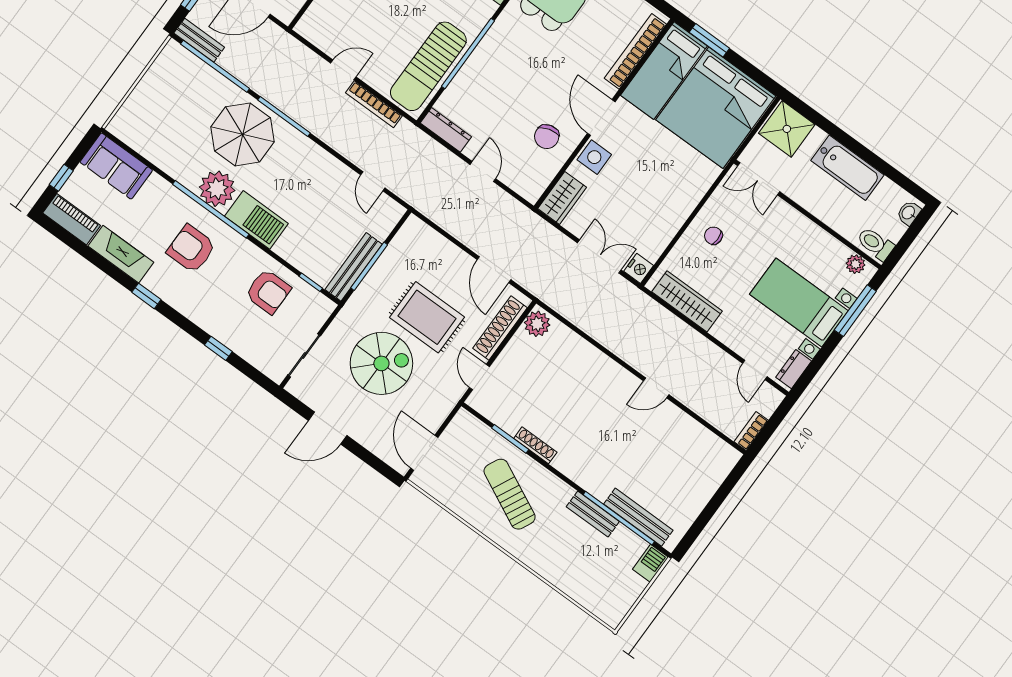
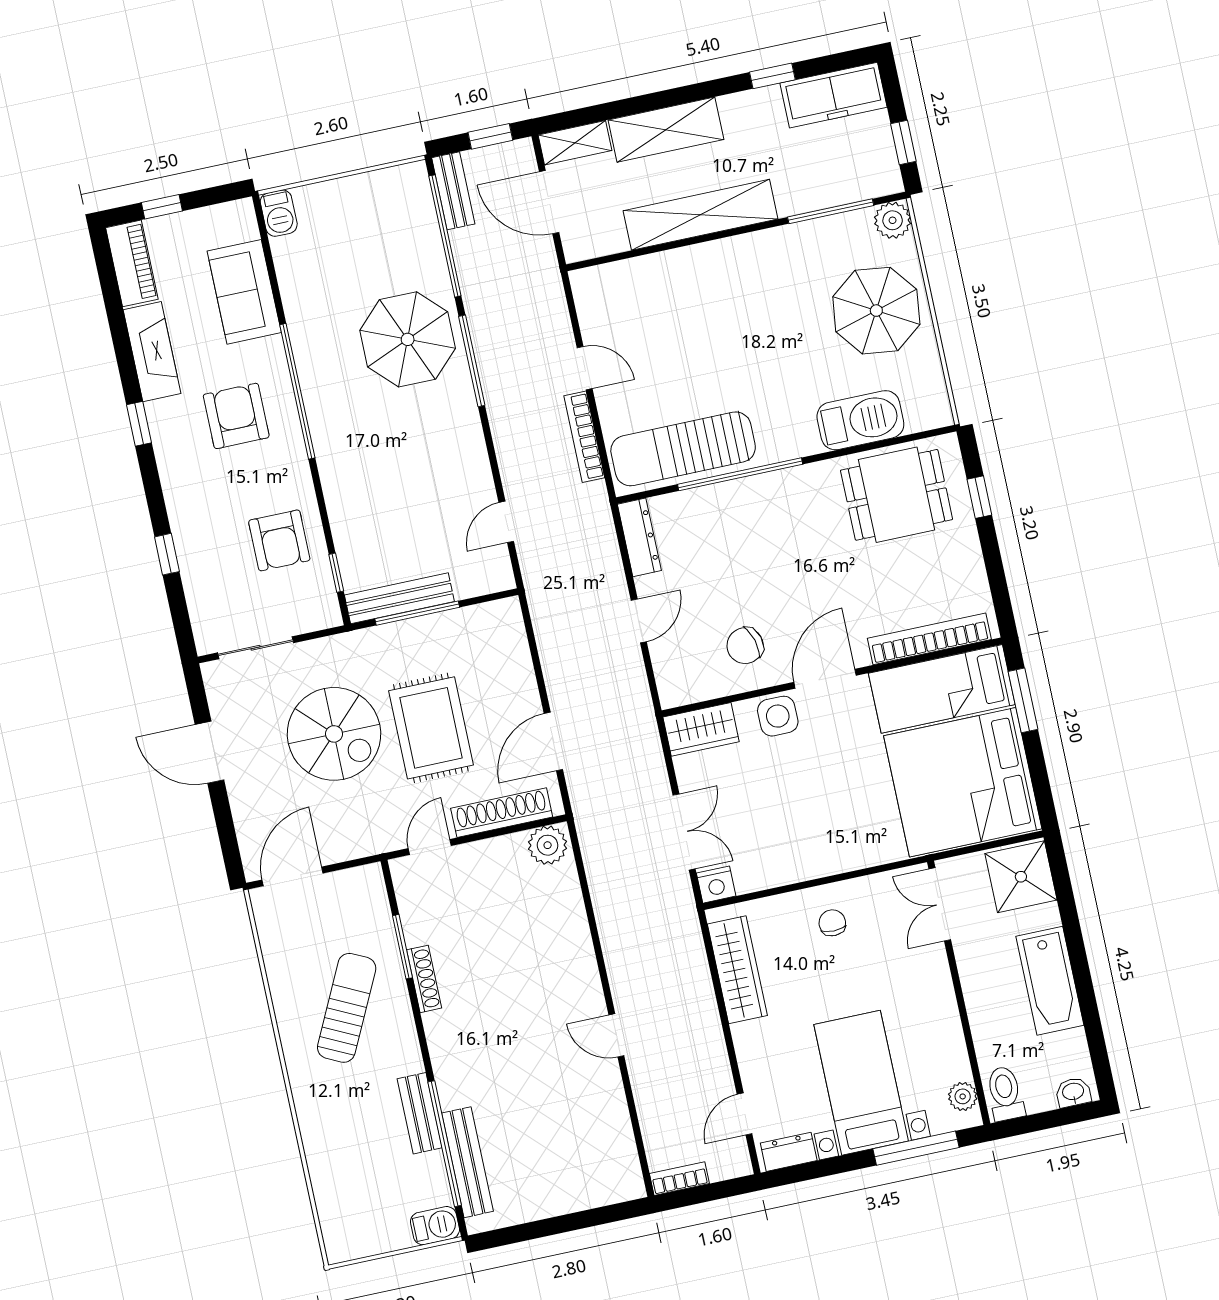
sofa: (116, 166) -> (244, 292), moved
plant: (217, 189) -> (325, 375), removed
barbecue: (256, 220) -> (279, 213), moved, width x0.53, depth x0.65

